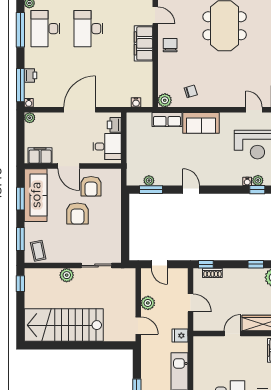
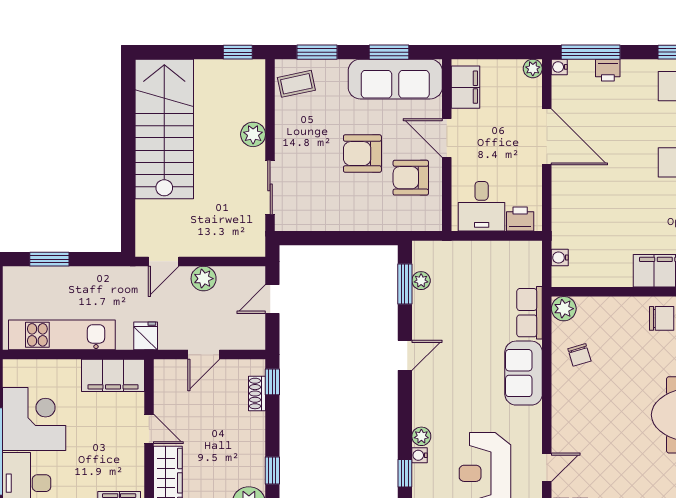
door: (80, 110) -> (547, 137), moved
door: (69, 166) -> (447, 138), hinge flipped
plant: (258, 180) -> (421, 436), moved
filing cabinet: (202, 354) -> (113, 375), added

